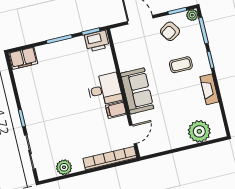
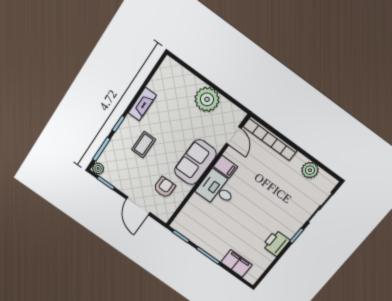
armchair: (170, 31) -> (164, 187), moved, turned -57
printer: (97, 41) -> (276, 243), moved, turned -90
filing cabinet: (23, 58) -> (236, 263), moved
coffee table: (181, 65) -> (144, 144), turned 90
plant: (199, 131) -> (207, 99), moved
door: (133, 134) -> (234, 136), swing flipped

